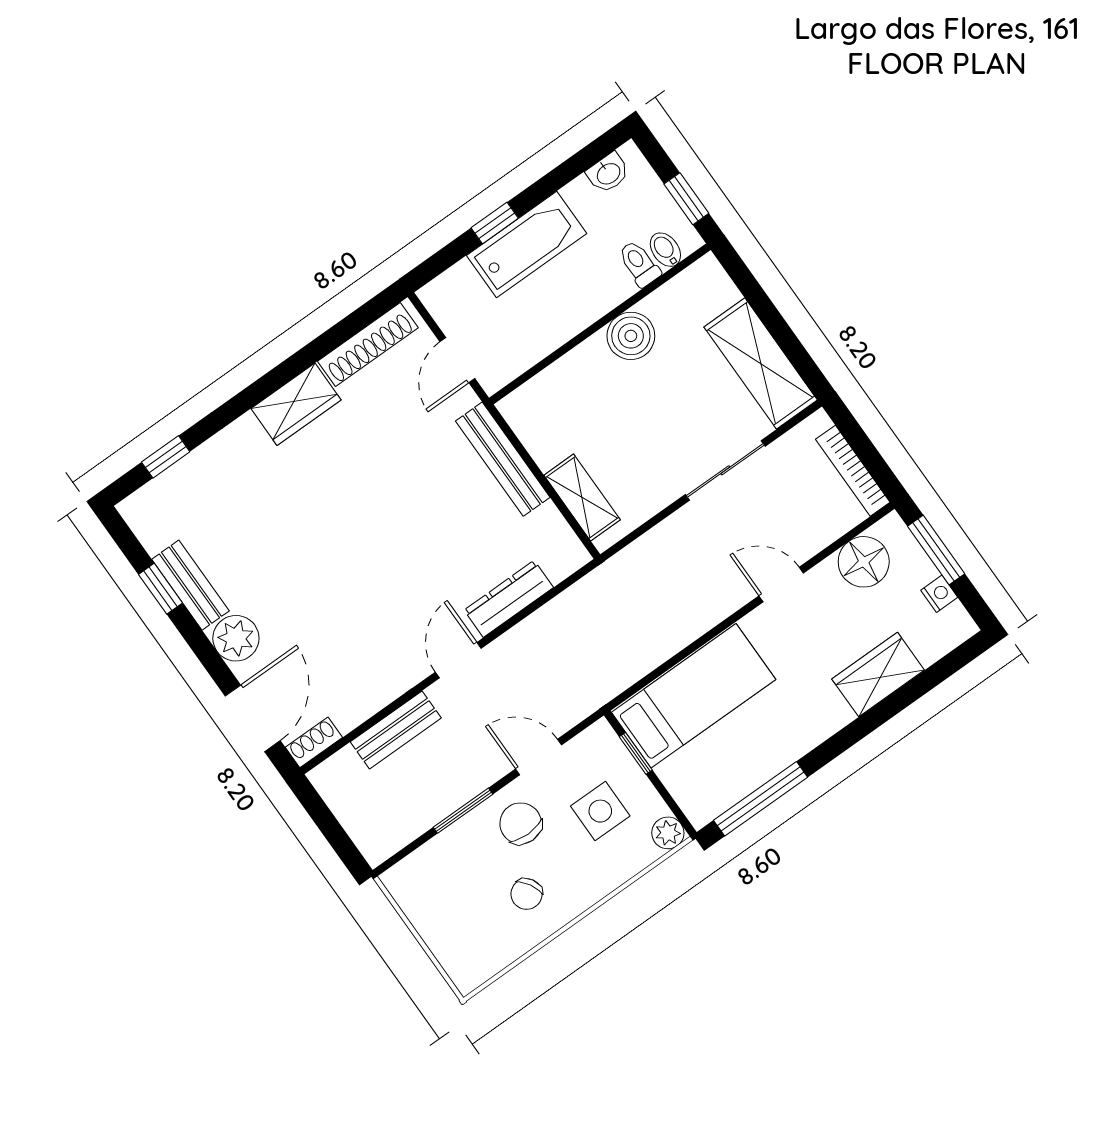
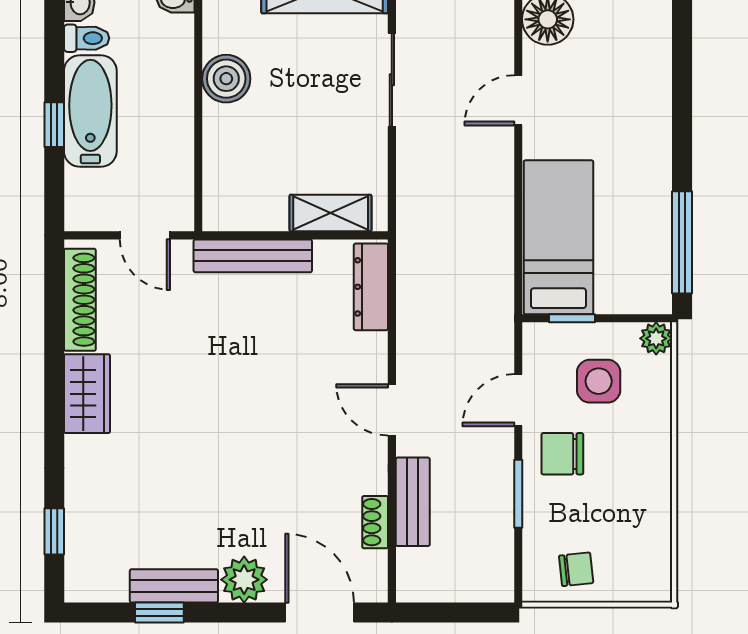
toilet: (639, 264) -> (87, 38), moved, turned 180
dresser: (509, 599) -> (371, 287), moved
wardrobe: (878, 675) -> (649, 73), removed
shoe rack: (314, 742) -> (375, 522), moved
chair: (527, 894) -> (576, 569), moved, turned -66

